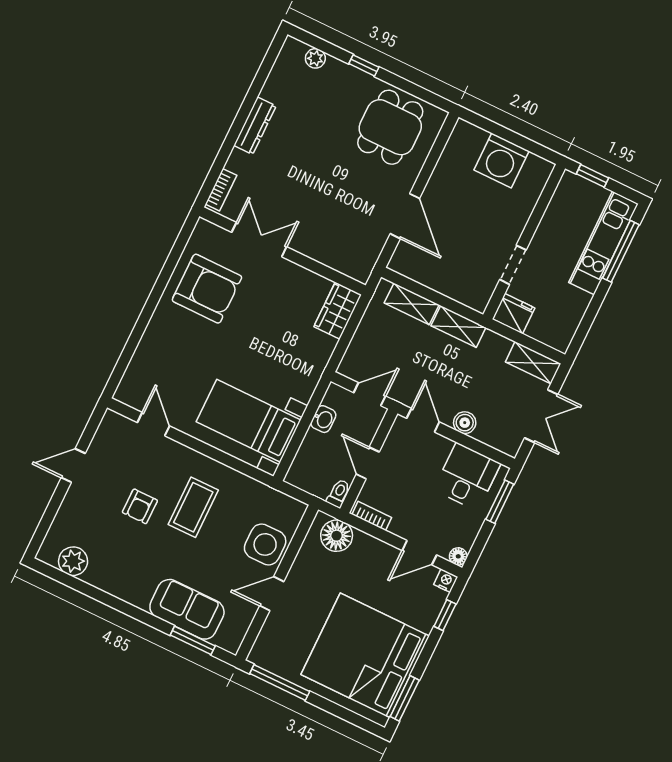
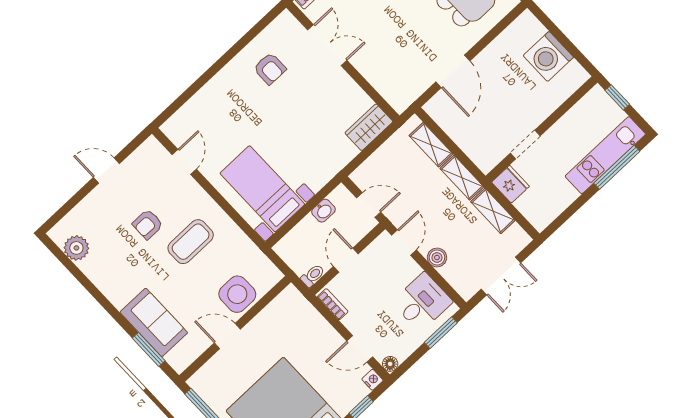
armchair: (207, 289) -> (270, 69), width x0.53, depth x0.53
shelving: (533, 363) -> (493, 211), moved
floor lamp: (337, 536) -> (298, 309), removed

